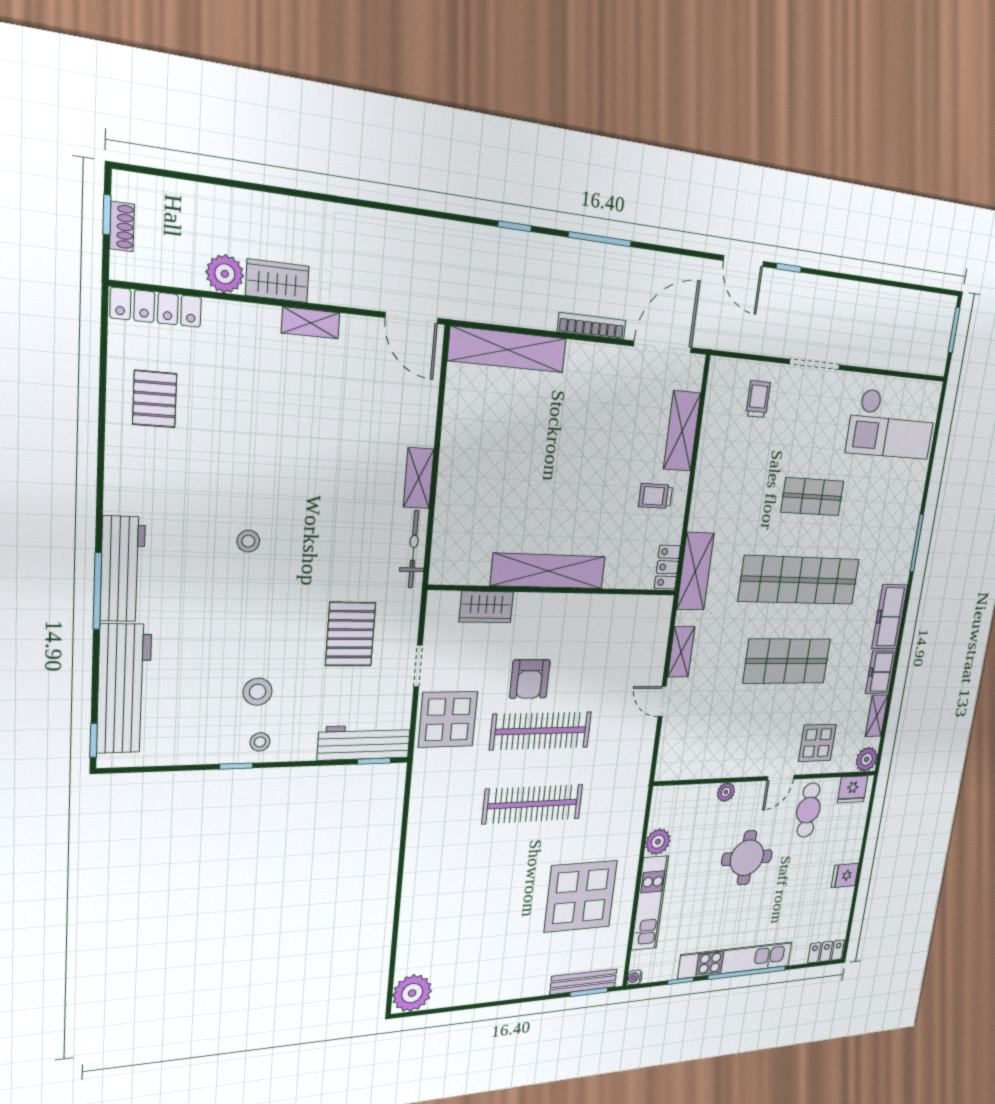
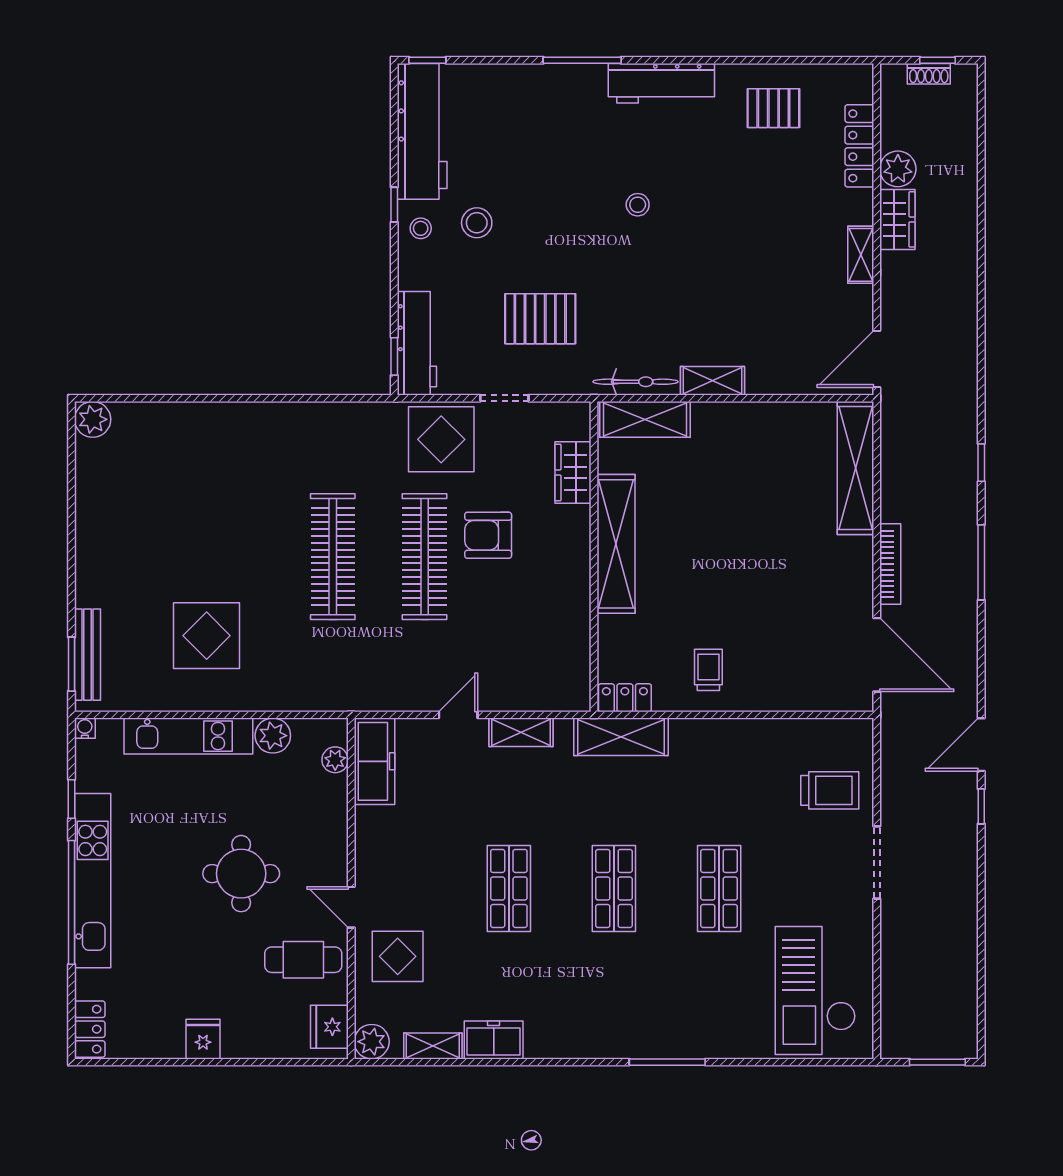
locker: (156, 307) -> (859, 146), moved
trolley: (758, 399) -> (830, 790), width x1.36, depth x1.39
shelving: (682, 431) -> (645, 419), moved
workbench: (123, 569) -> (661, 83), moved
shop shelf: (799, 580) -> (614, 888), width x0.50, depth x0.74
freezer: (890, 617) -> (374, 761), moved, turned 90
shop shelf: (787, 661) -> (509, 888), width x0.70, depth x0.74
workbench: (124, 689) -> (422, 131), moved, turned -90
plant: (726, 792) -> (335, 760), moved
display table: (581, 896) -> (207, 636), width x0.73, depth x0.73
plant: (412, 993) -> (93, 419), width x0.73, depth x0.73

